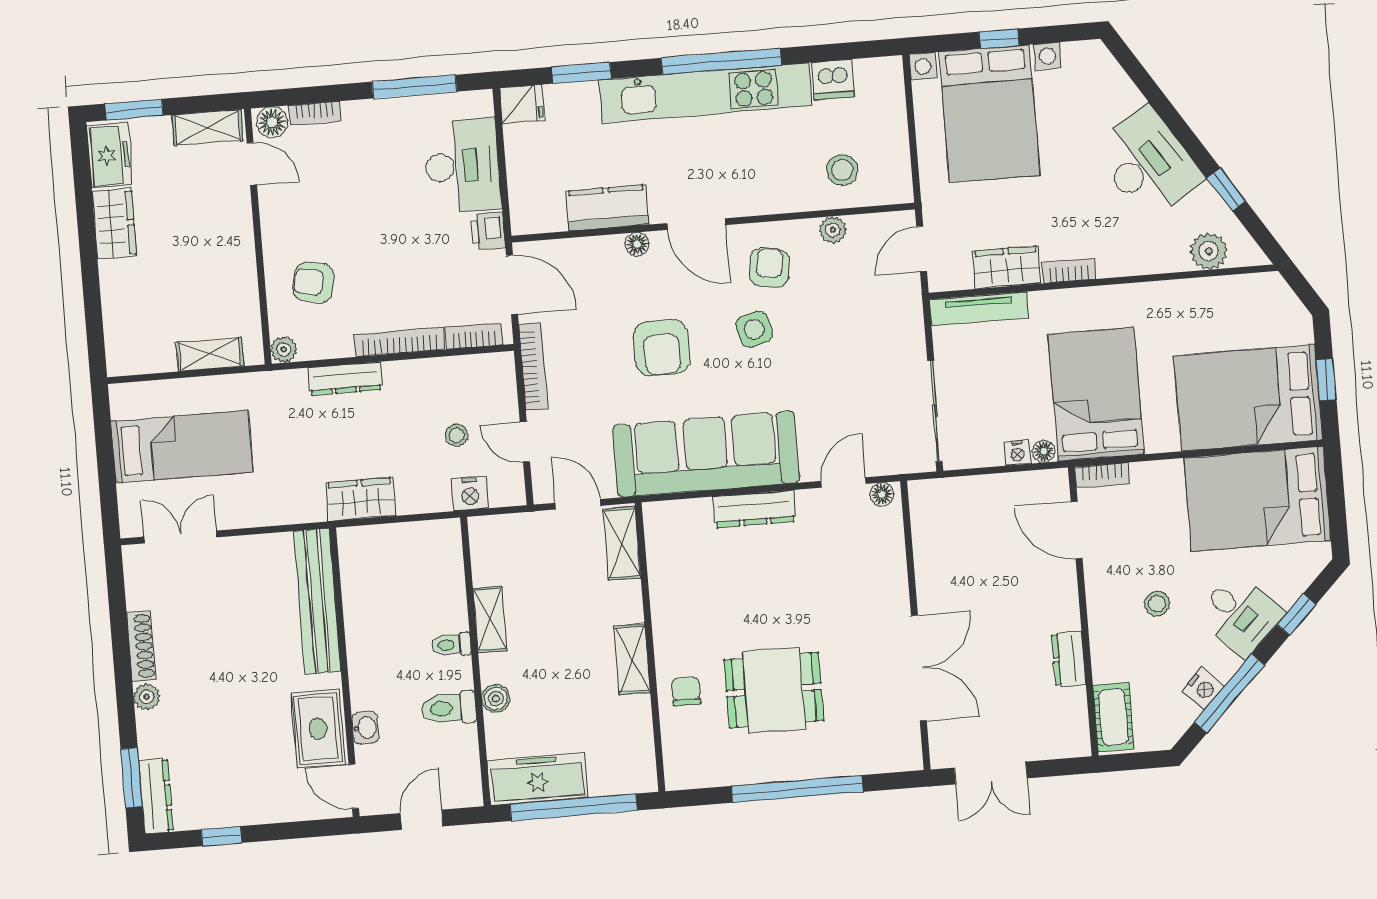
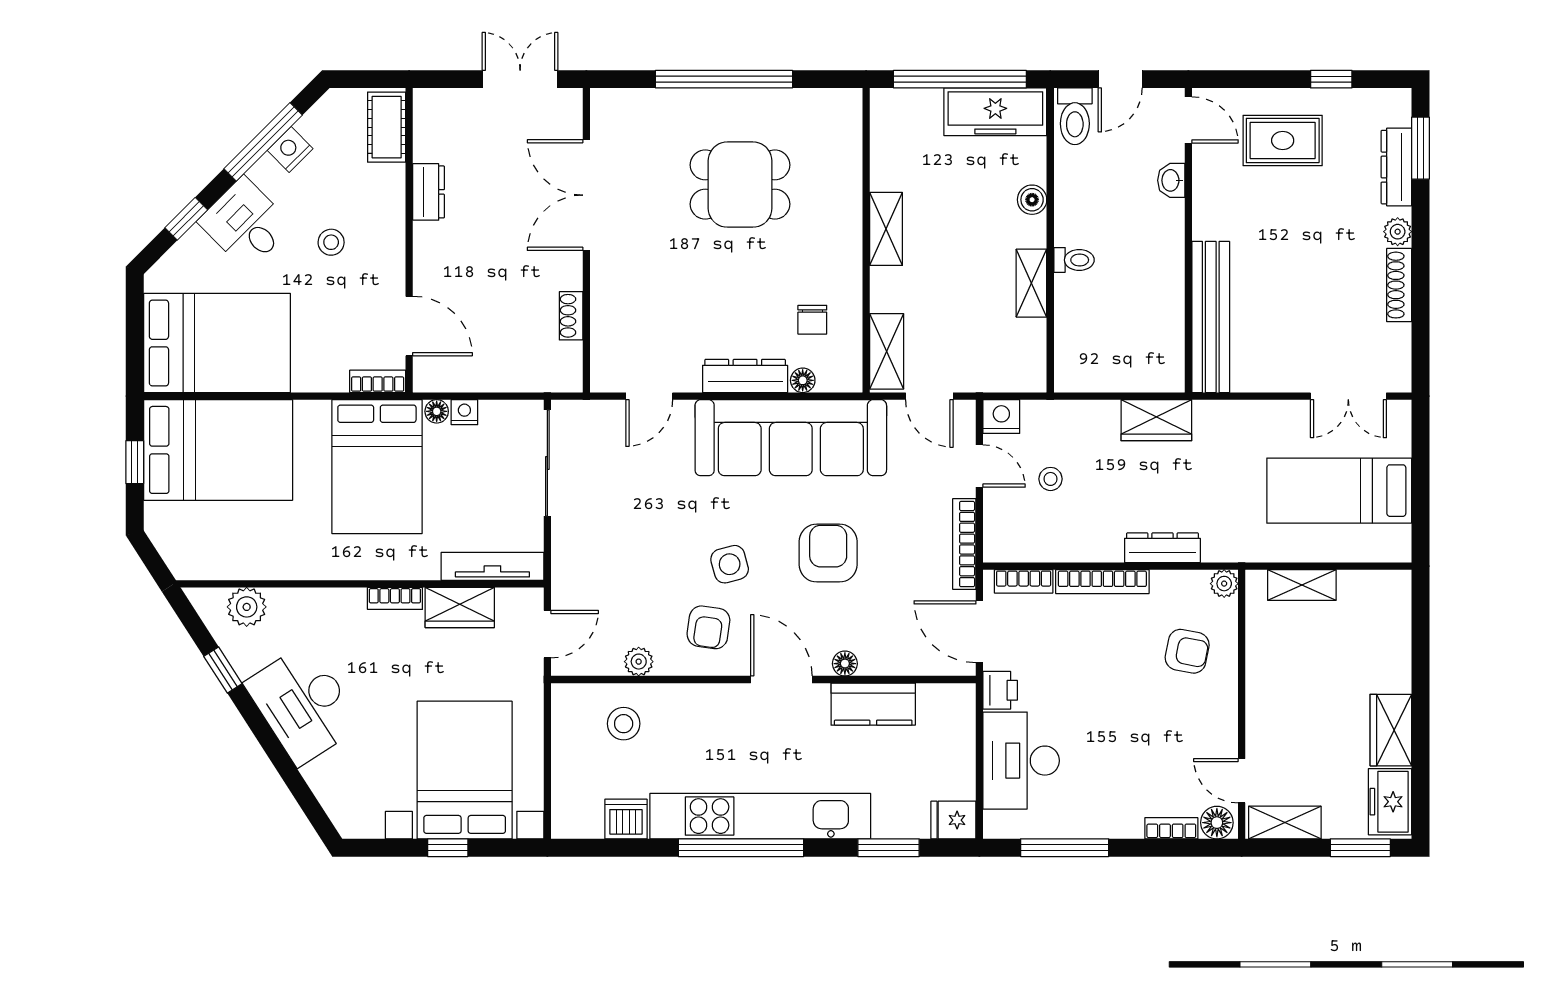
nightstand: (470, 494) -> (1001, 417), moved
floor lamp: (882, 494) -> (803, 380), moved
shoe rack: (924, 553) -> (571, 316), added
chair: (686, 691) -> (812, 320), moved
toilet: (449, 708) -> (1075, 116), moved, turned 90
rug: (318, 729) -> (1283, 140), moved, turned 90
dresser: (156, 796) -> (1396, 167), moved

